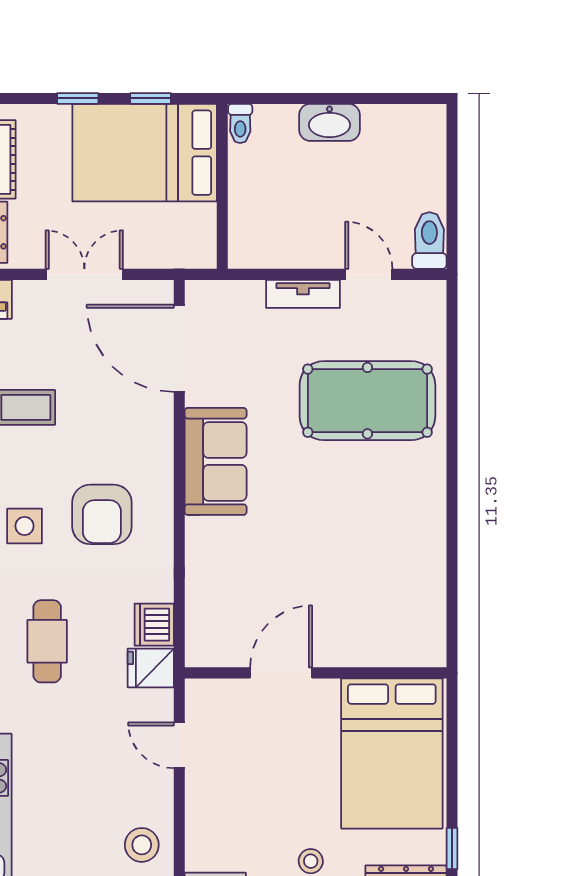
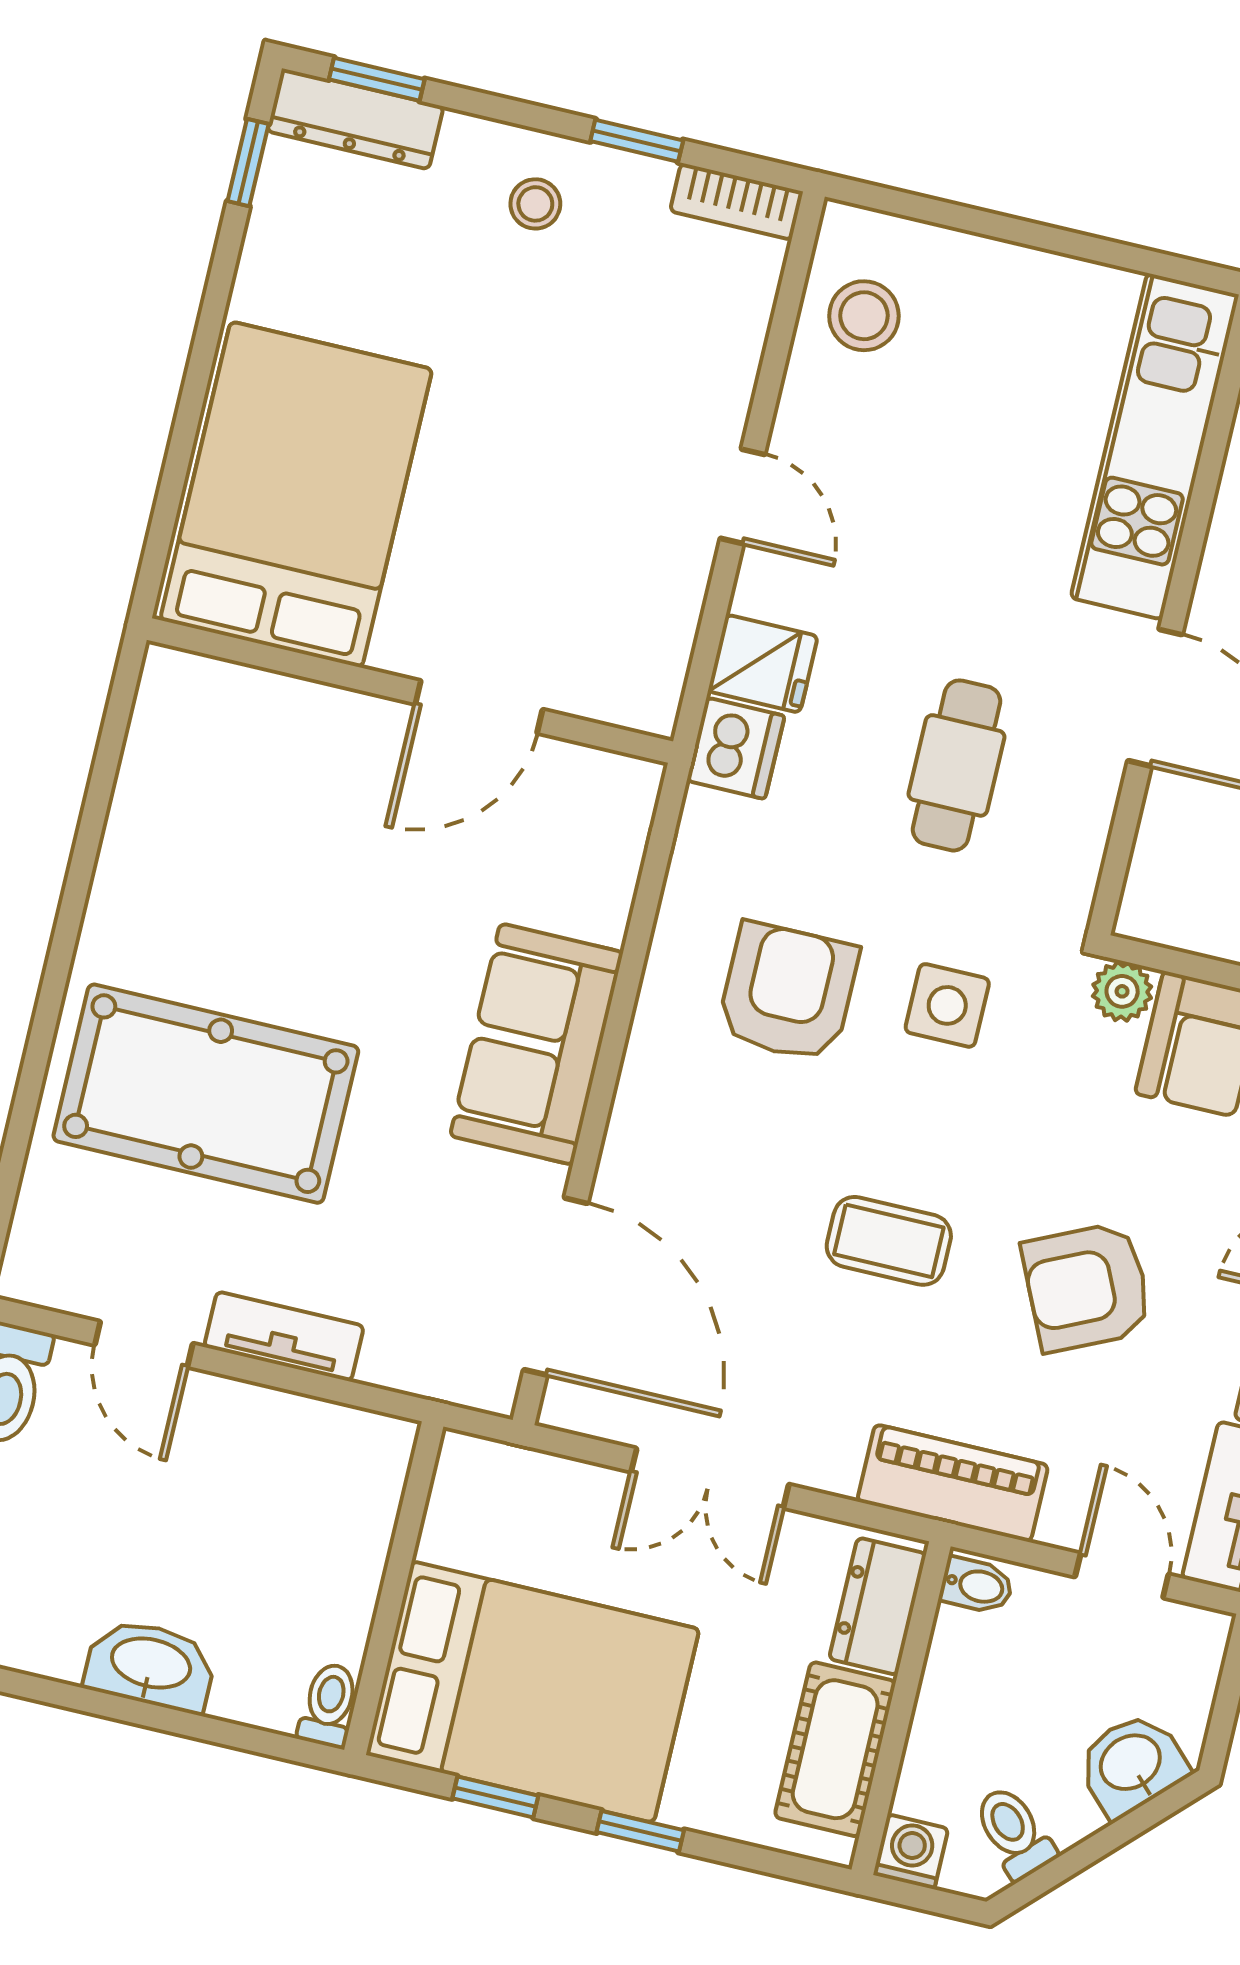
door: (281, 673) -> (479, 707), moved
wall: (316, 673) -> (410, 691), moved
bed: (392, 753) -> (296, 495), moved

